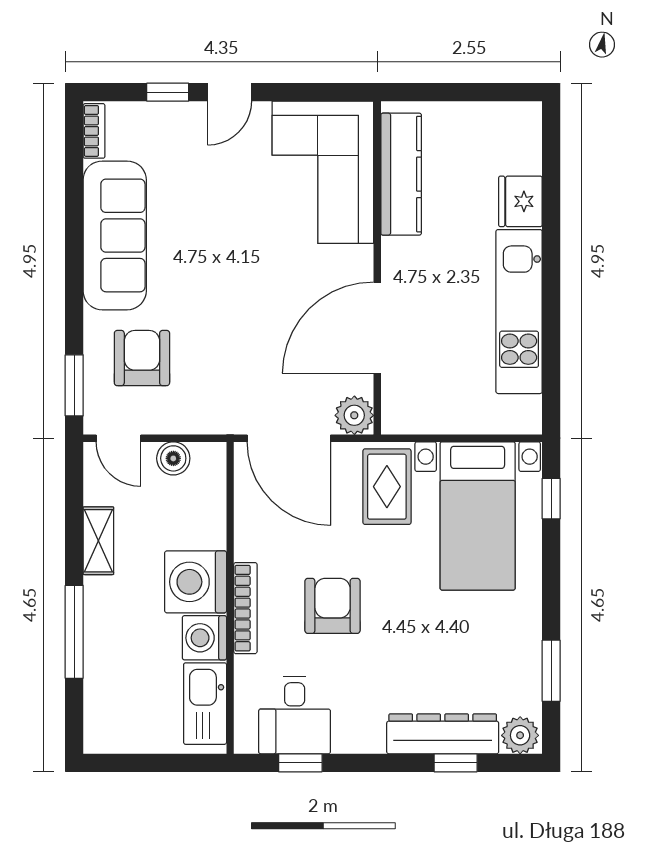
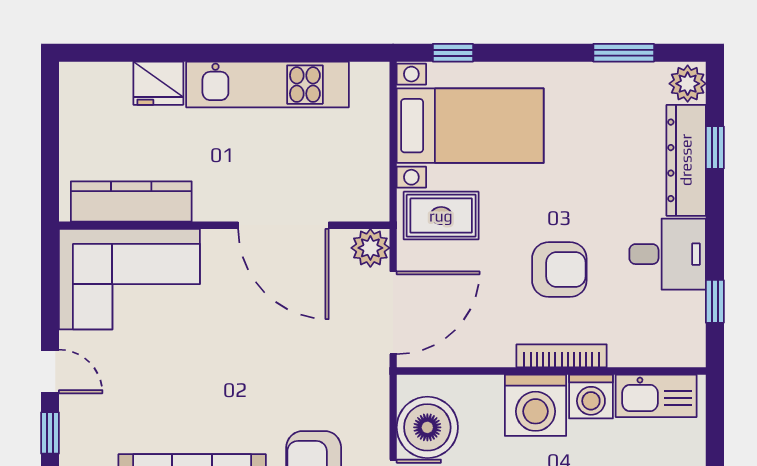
boiler: (173, 458) -> (427, 427), width x1.86, depth x1.86
armchair: (333, 606) -> (559, 270), turned 180
desk: (295, 715) -> (668, 254), moved

